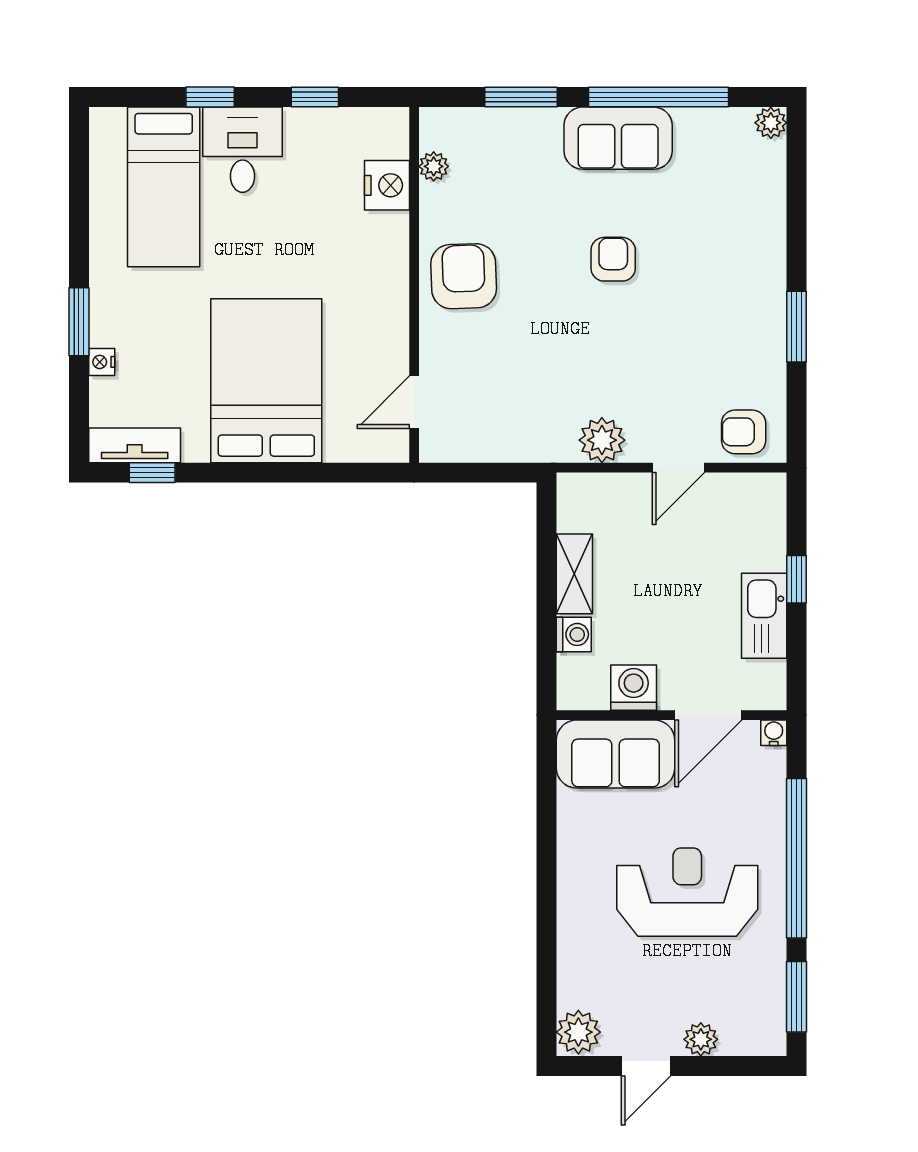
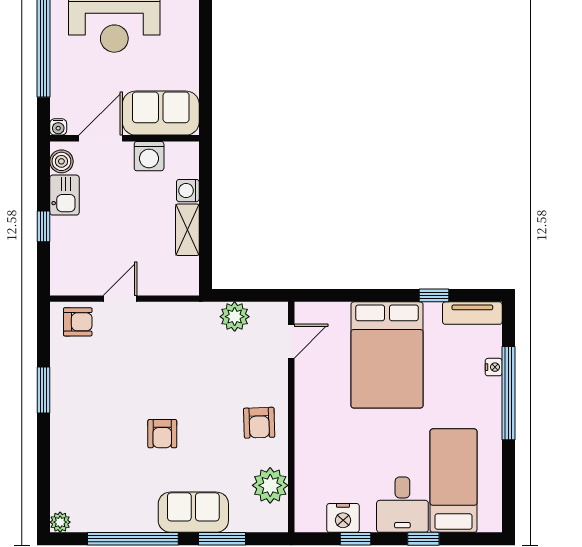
sofa: (618, 138) -> (193, 512), moved
plant: (434, 166) -> (270, 485), width x1.88, depth x1.88
nightstand: (387, 185) -> (343, 518), moved, turned -90
armchair: (464, 276) -> (259, 423), width x0.72, depth x0.72
window: (79, 322) -> (508, 393), width x2.11
plant: (602, 440) -> (235, 317), moved
window: (152, 473) -> (434, 295), moved
kitchen sink: (764, 616) -> (64, 195), width x0.73
boiler: (769, 680) -> (61, 161), added

